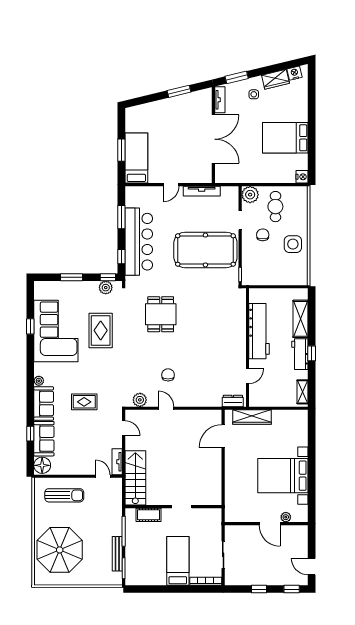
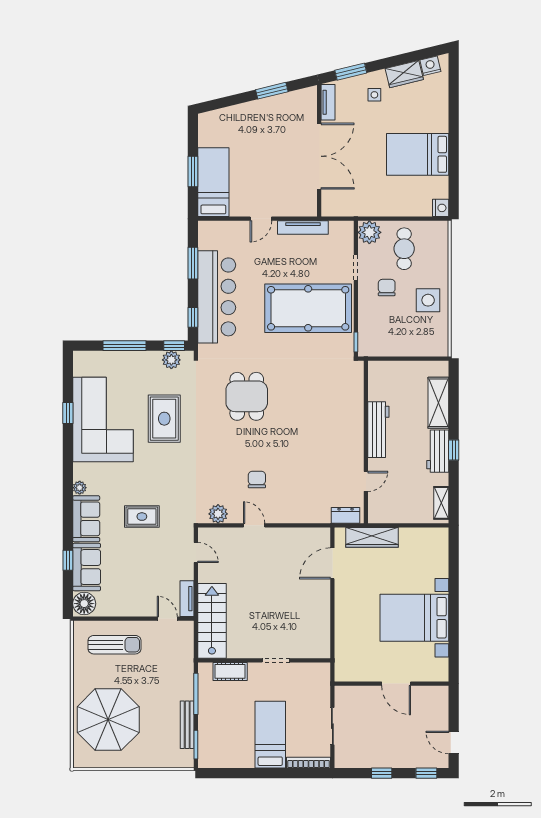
window: (72, 277) -> (125, 346), width x1.44
workbench: (259, 331) -> (378, 430), width x0.73, depth x0.76
plant: (286, 517) -> (418, 675), removed

